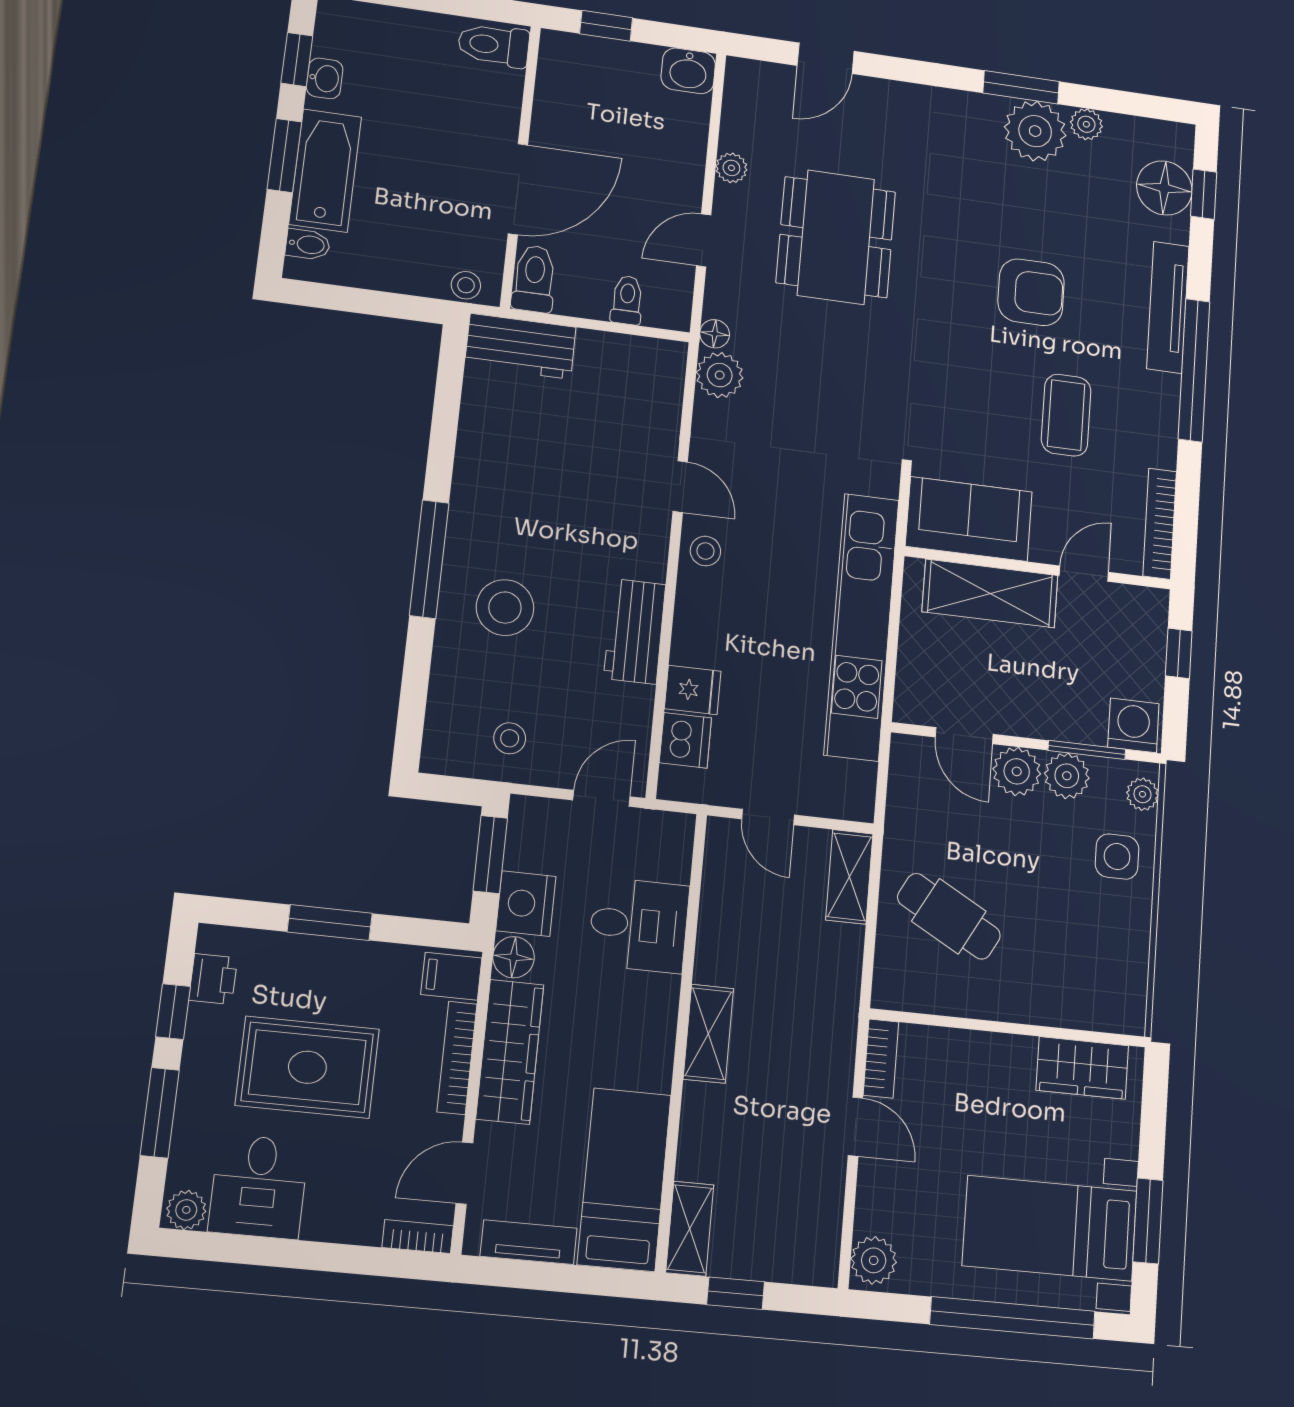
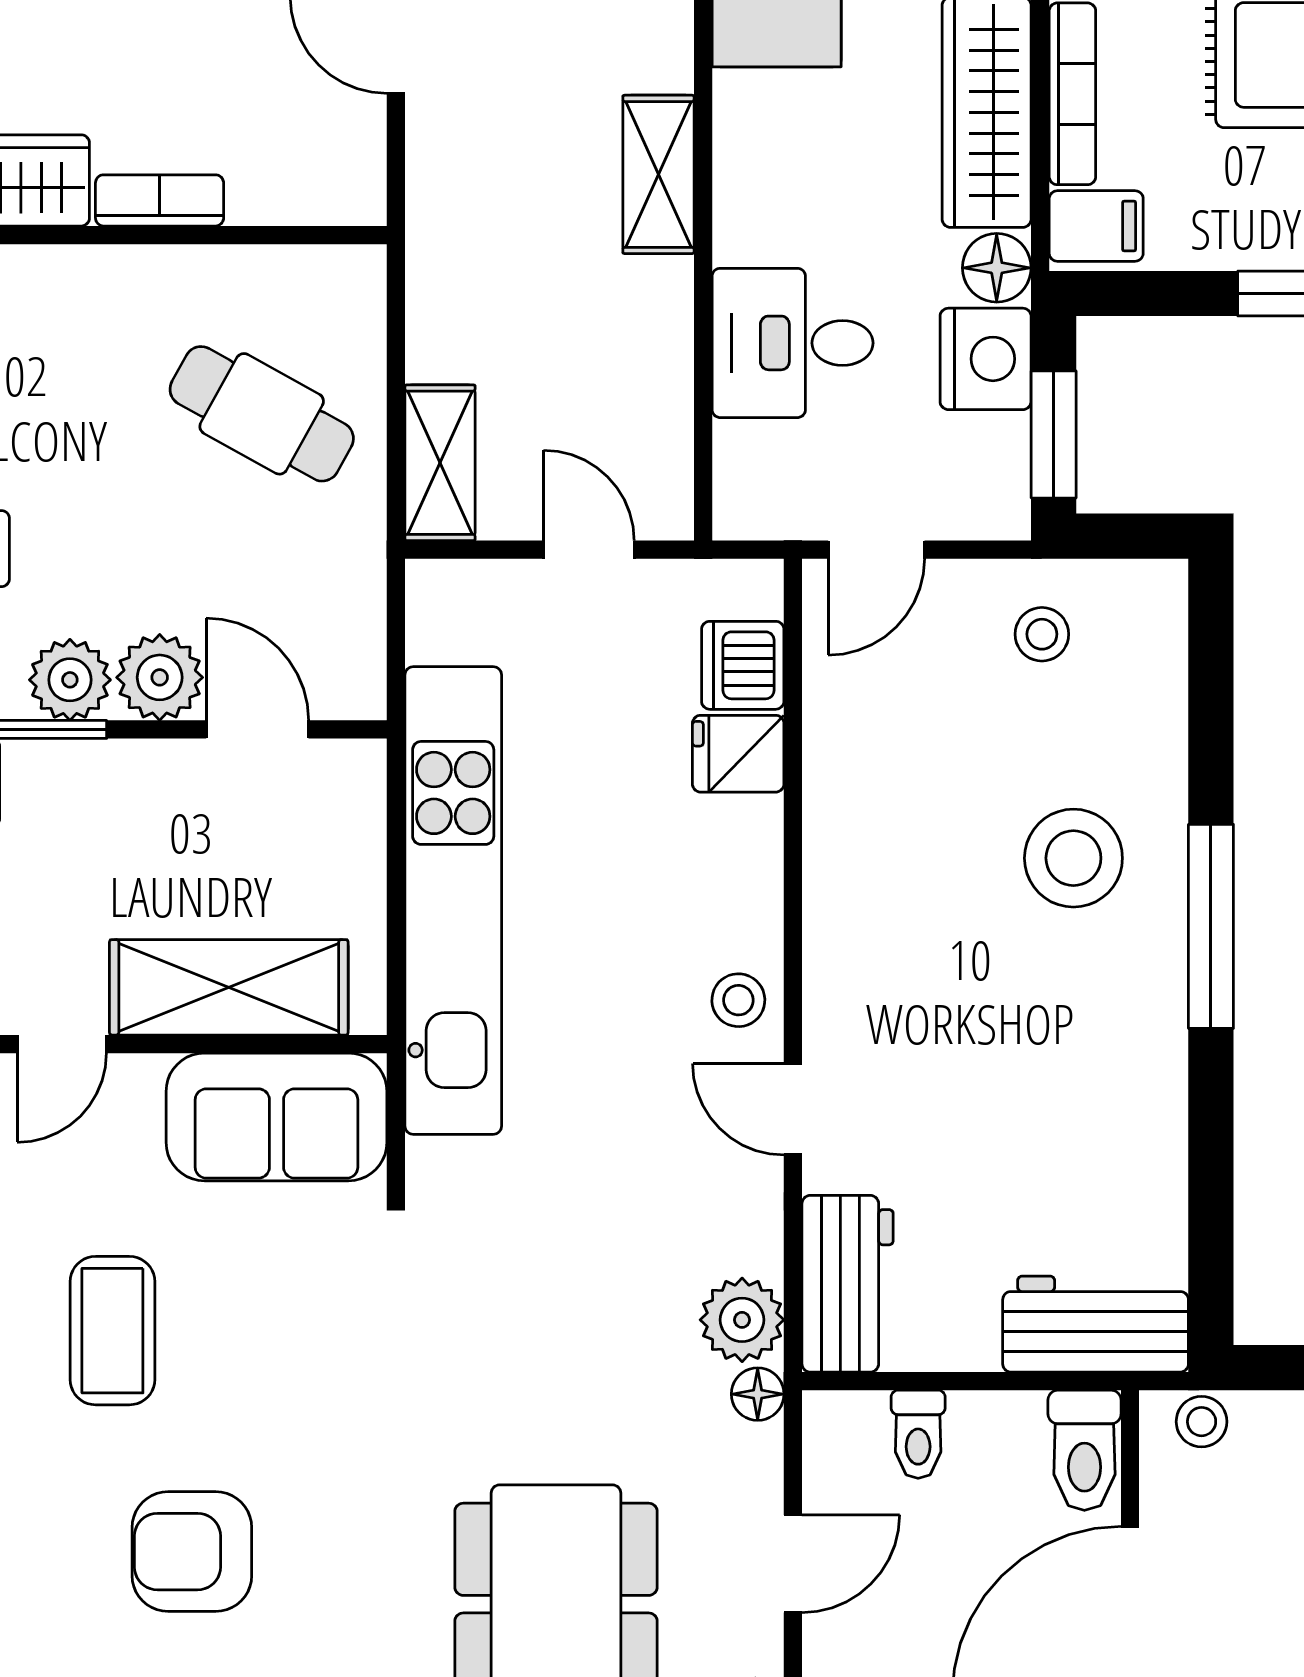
workbench: (635, 631) -> (848, 1284), moved
bookcase: (881, 1059) -> (160, 200), moved, turned 90

